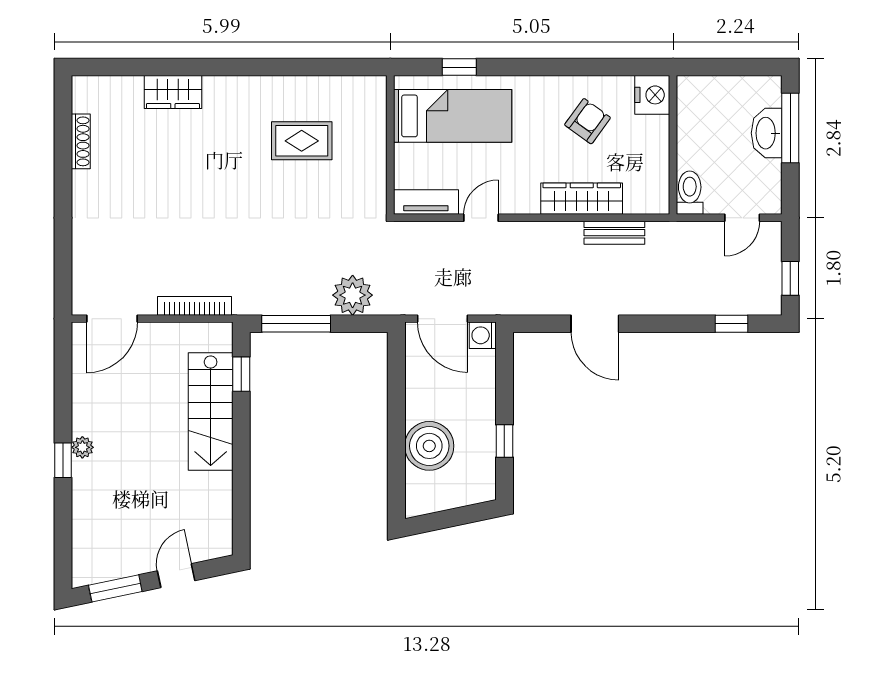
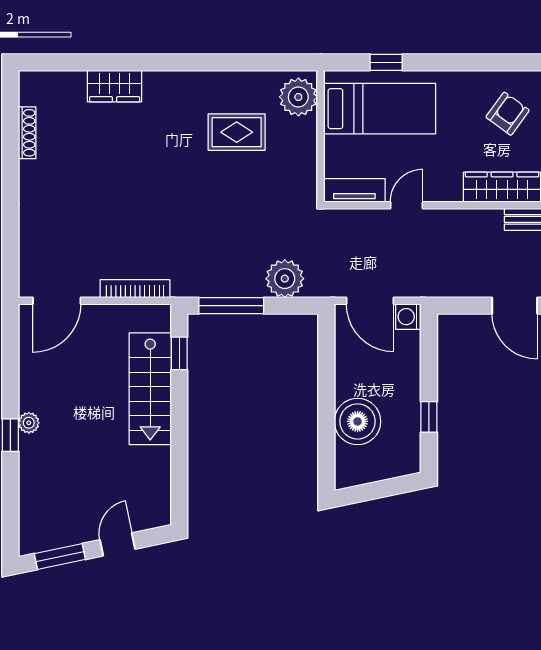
plant: (367, 104) -> (298, 97), added

